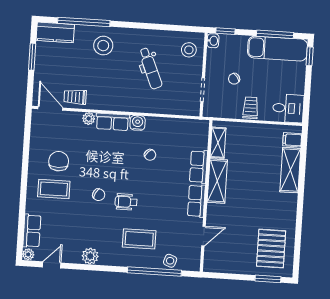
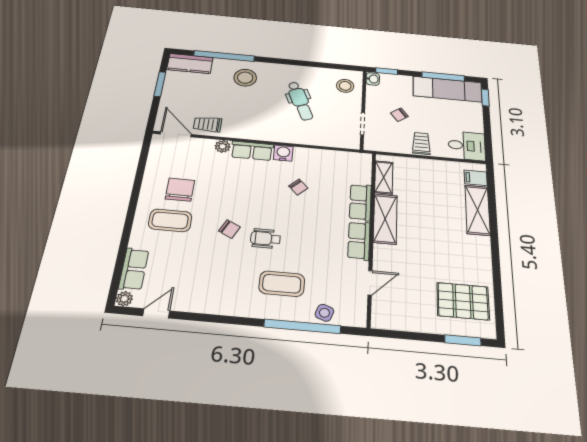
pallet: (271, 249) -> (463, 301), turned 90
plant: (90, 256) -> (212, 303), removed

